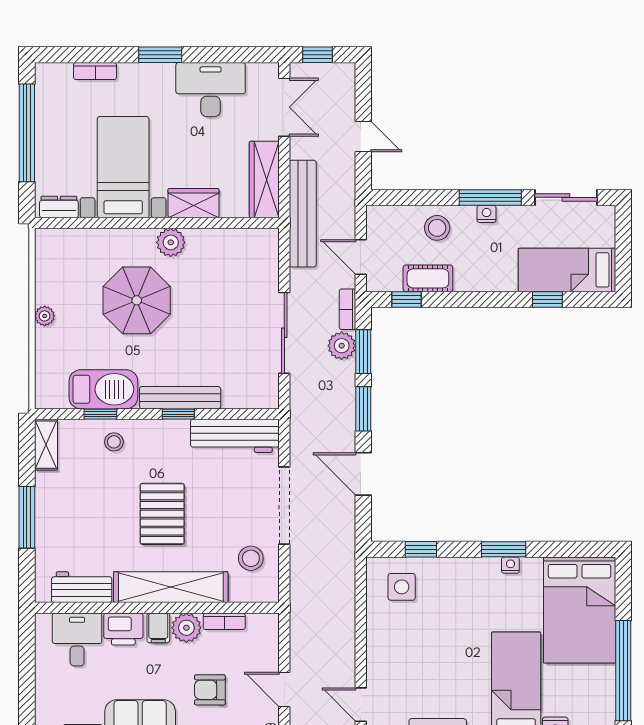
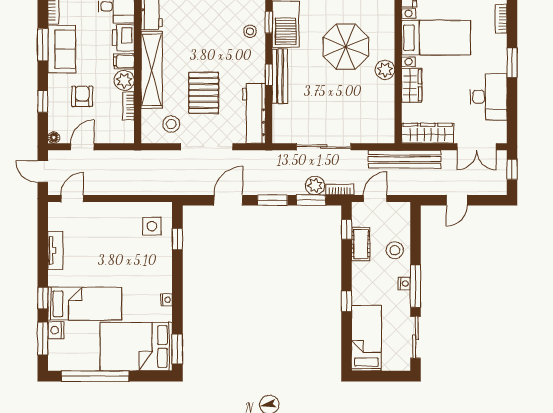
window: (547, 299) -> (346, 301), moved
pallet: (162, 514) -> (204, 93), moved, turned 90
window: (504, 549) -> (177, 349), moved

